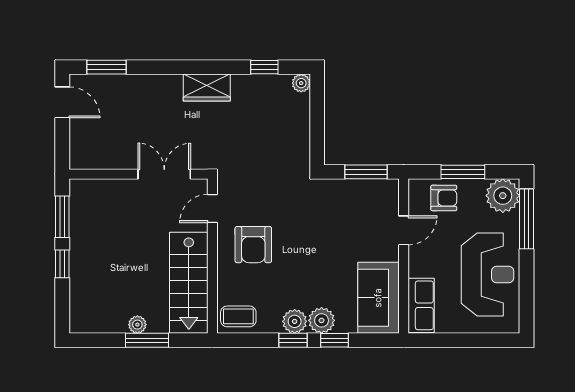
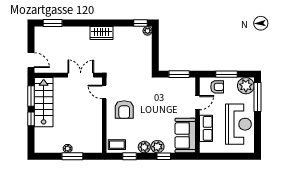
window: (264, 67) -> (140, 23), moved
door: (62, 102) -> (31, 60), moved
door: (212, 208) -> (104, 92), hinge flipped
stairs: (189, 283) -> (44, 102), moved, turned 180
row of seats: (421, 305) -> (206, 128), moved
window: (293, 340) -> (130, 156), moved

